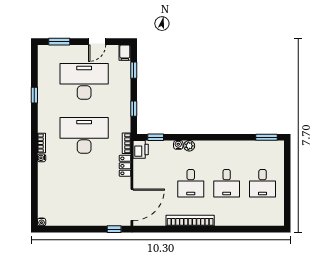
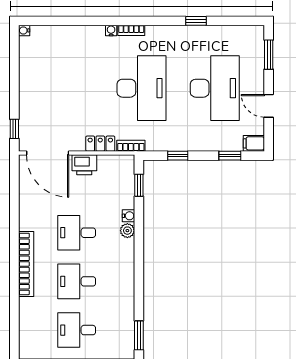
printer: (141, 149) -> (84, 165), moved
bookcase: (190, 221) -> (26, 264), moved

